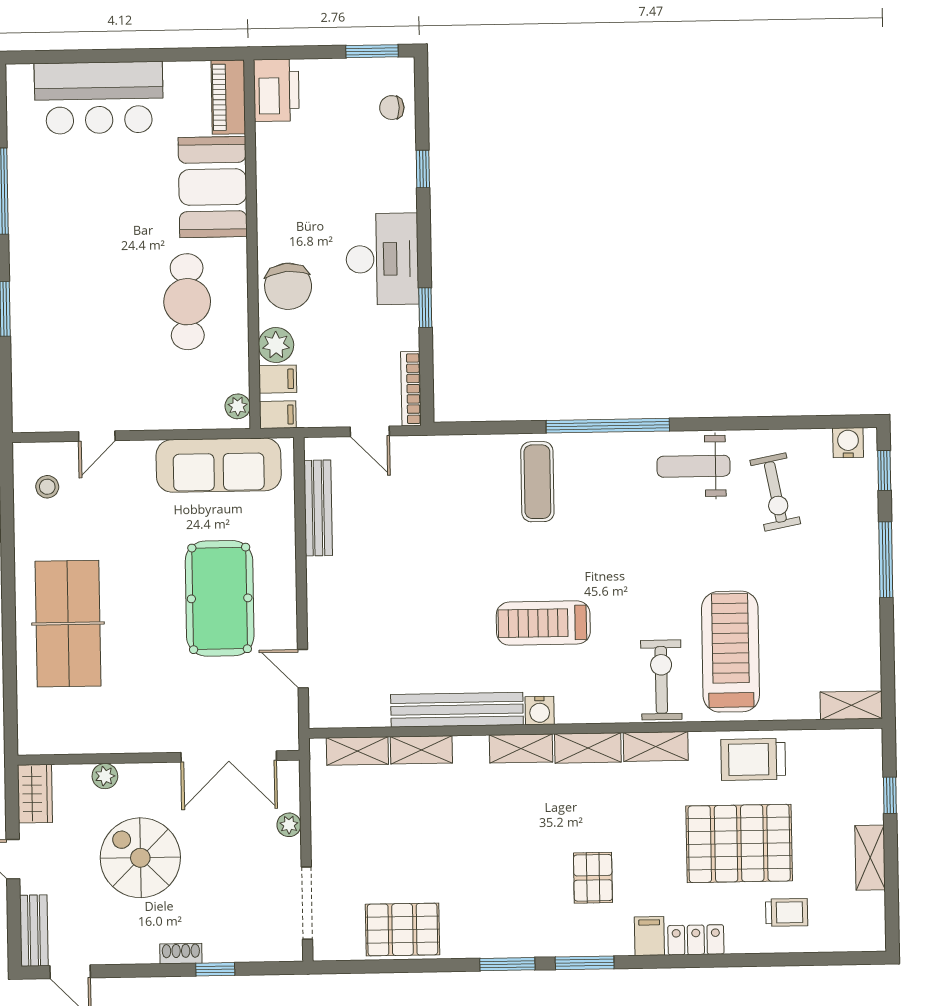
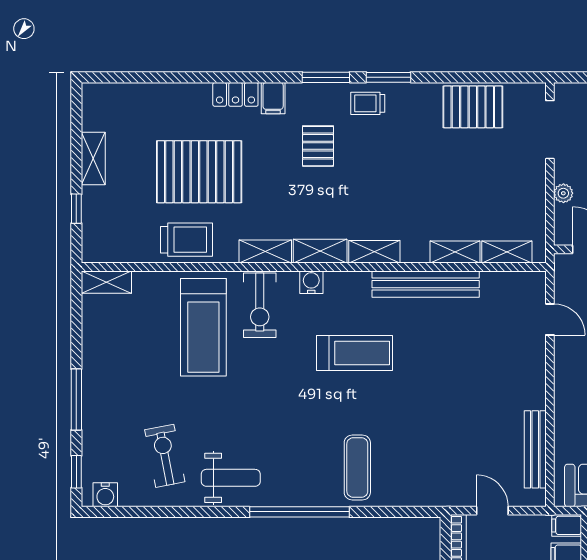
water cooler: (540, 711) -> (311, 282), moved
trolley: (787, 912) -> (368, 103), moved

